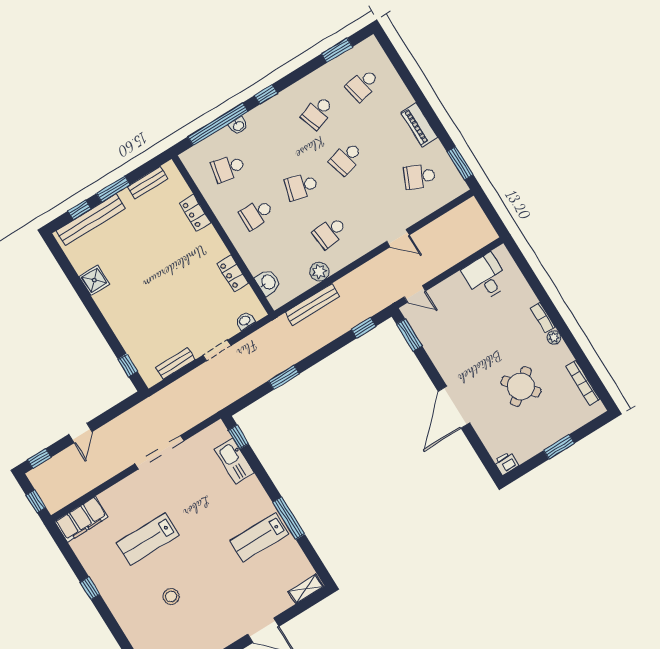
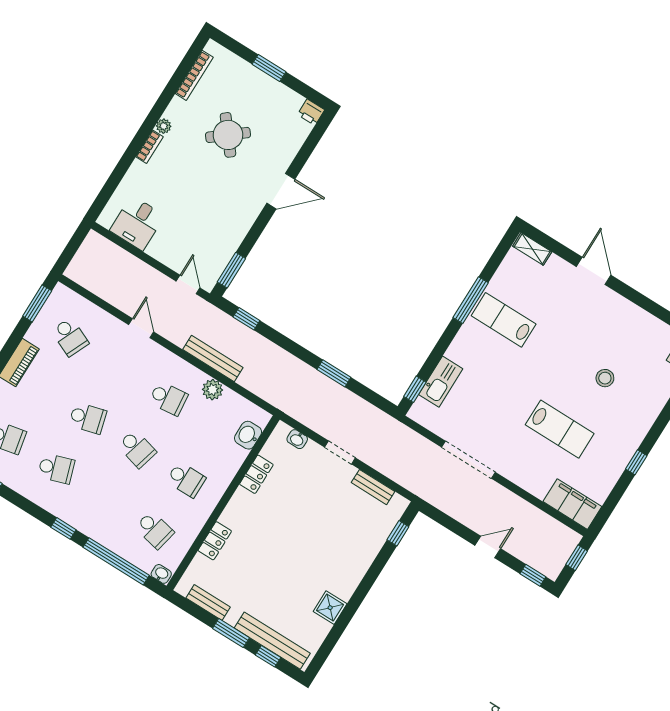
washbasin: (238, 126) -> (161, 574), moved
bench: (312, 304) -> (213, 358), moved
door: (454, 407) -> (281, 191), width x0.73
lab bench: (259, 537) -> (504, 320), turned 180

